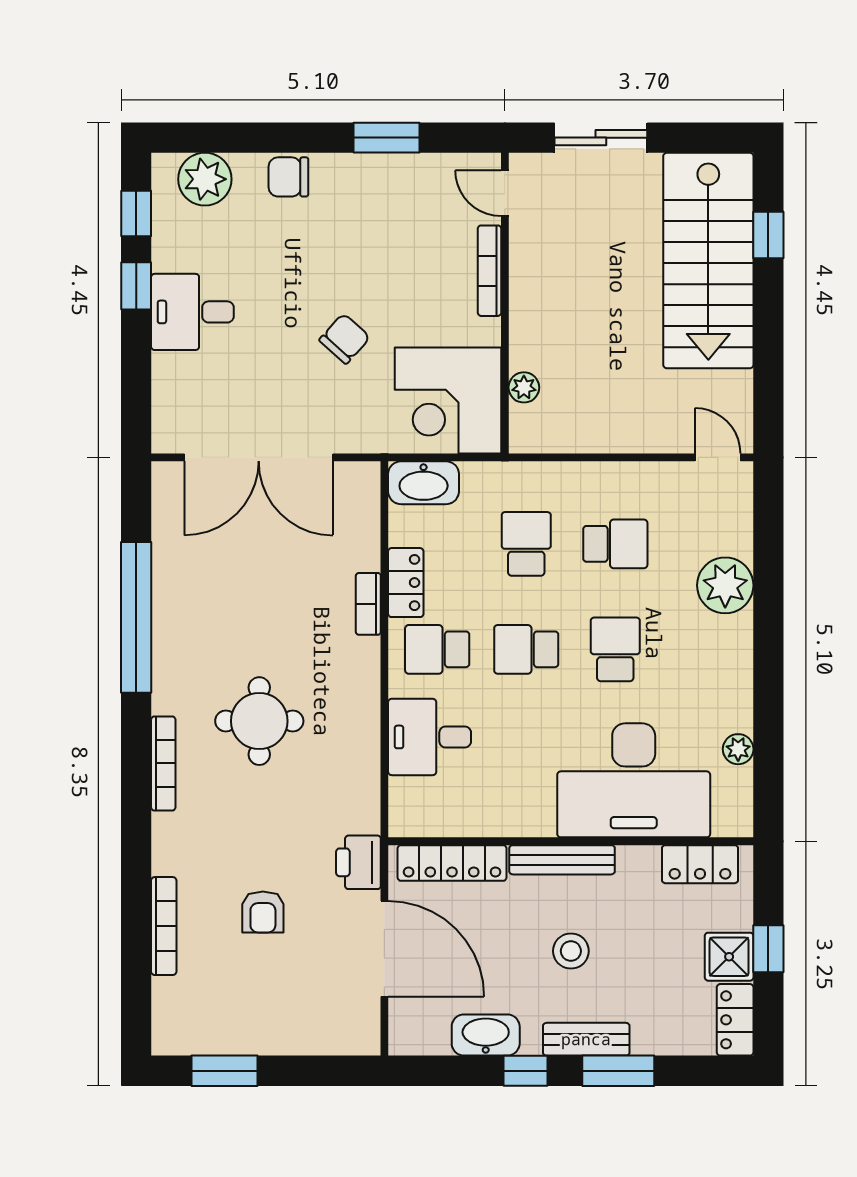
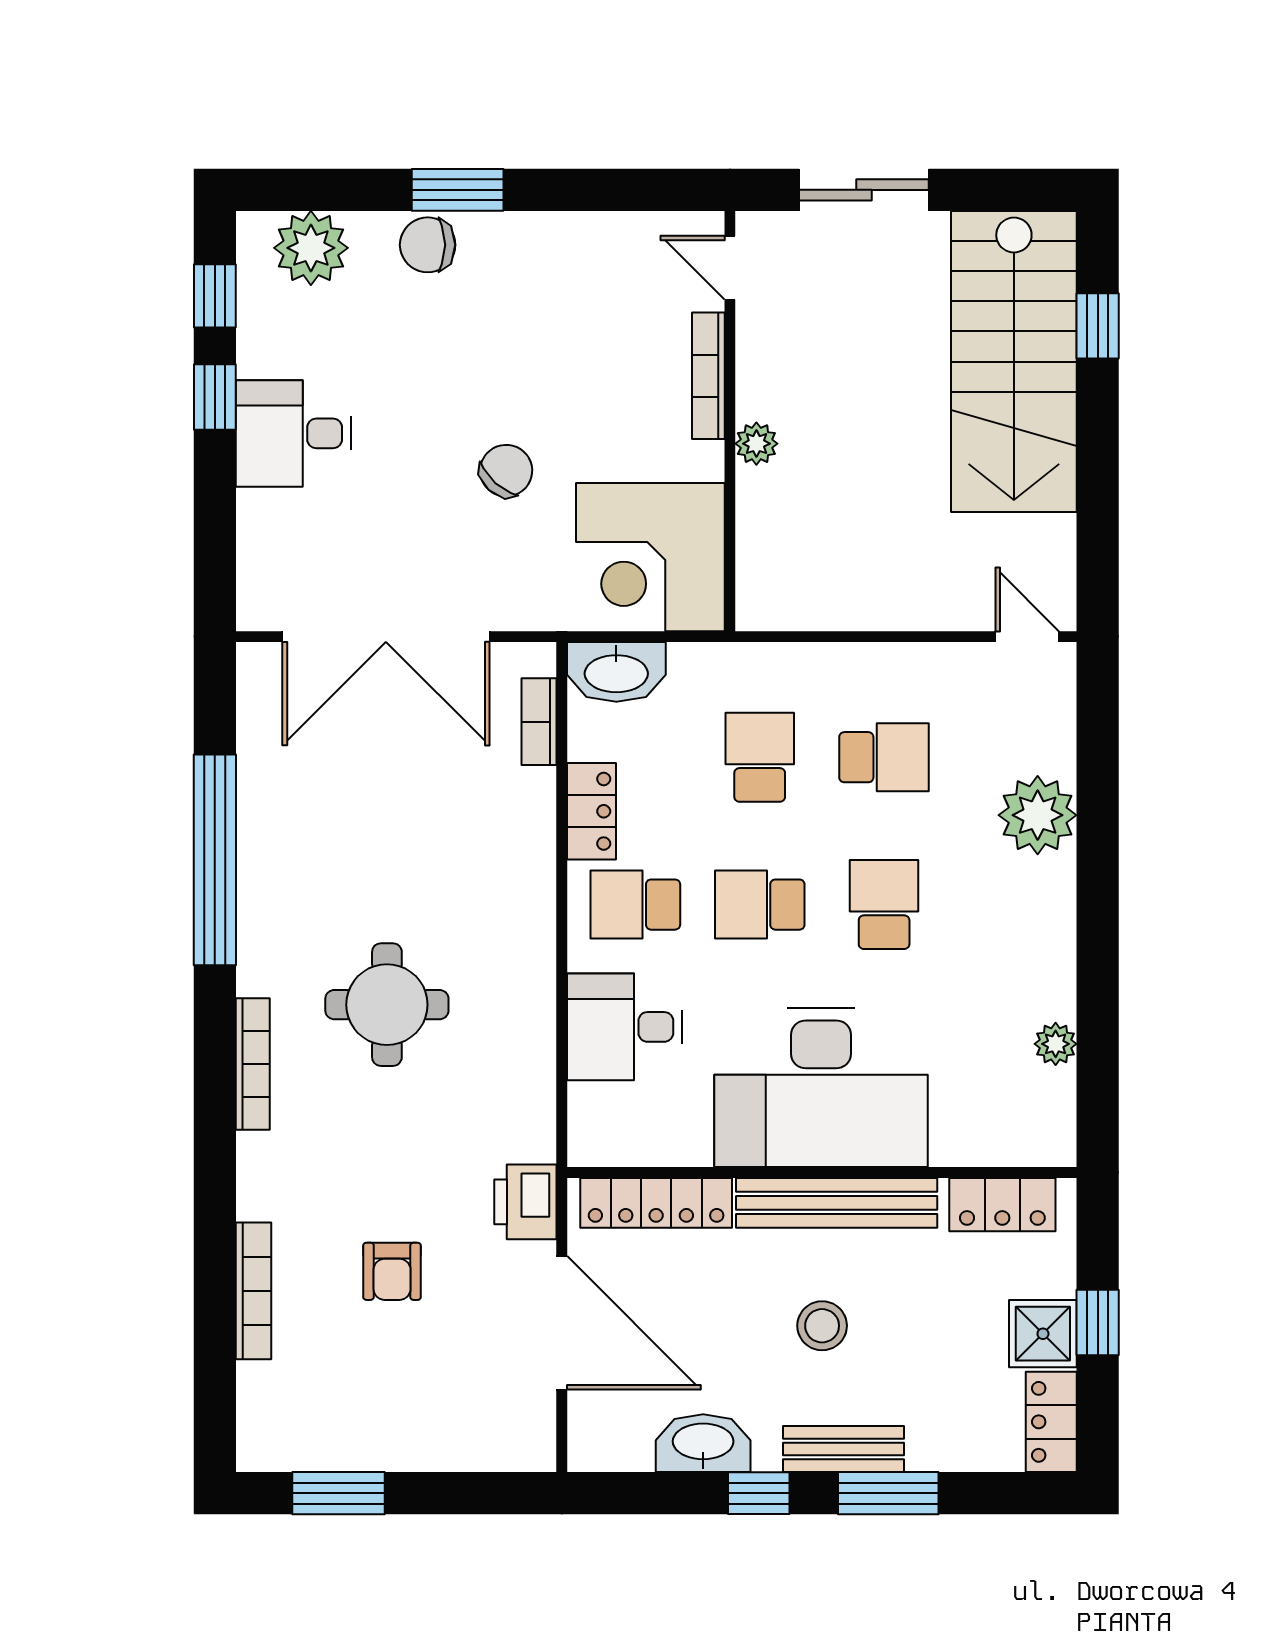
window: (387, 138) -> (458, 190), moved
plant: (524, 387) -> (756, 444), moved
bookcase: (368, 604) -> (539, 722), moved
desk: (634, 780) -> (821, 1087), moved
bench: (562, 860) -> (837, 1203), width x1.37, depth x1.21

